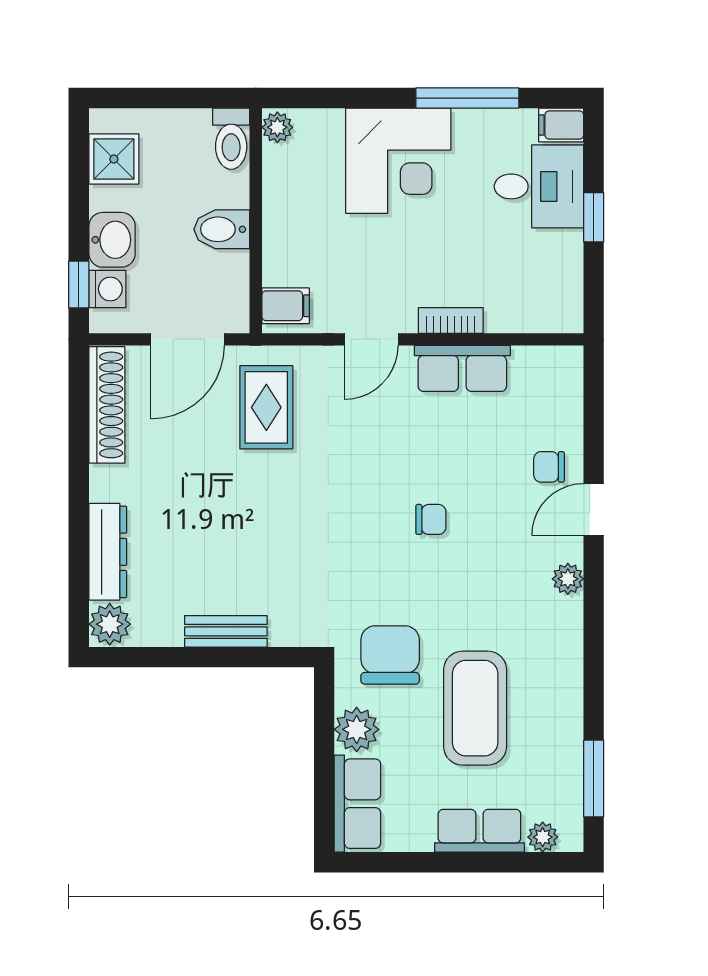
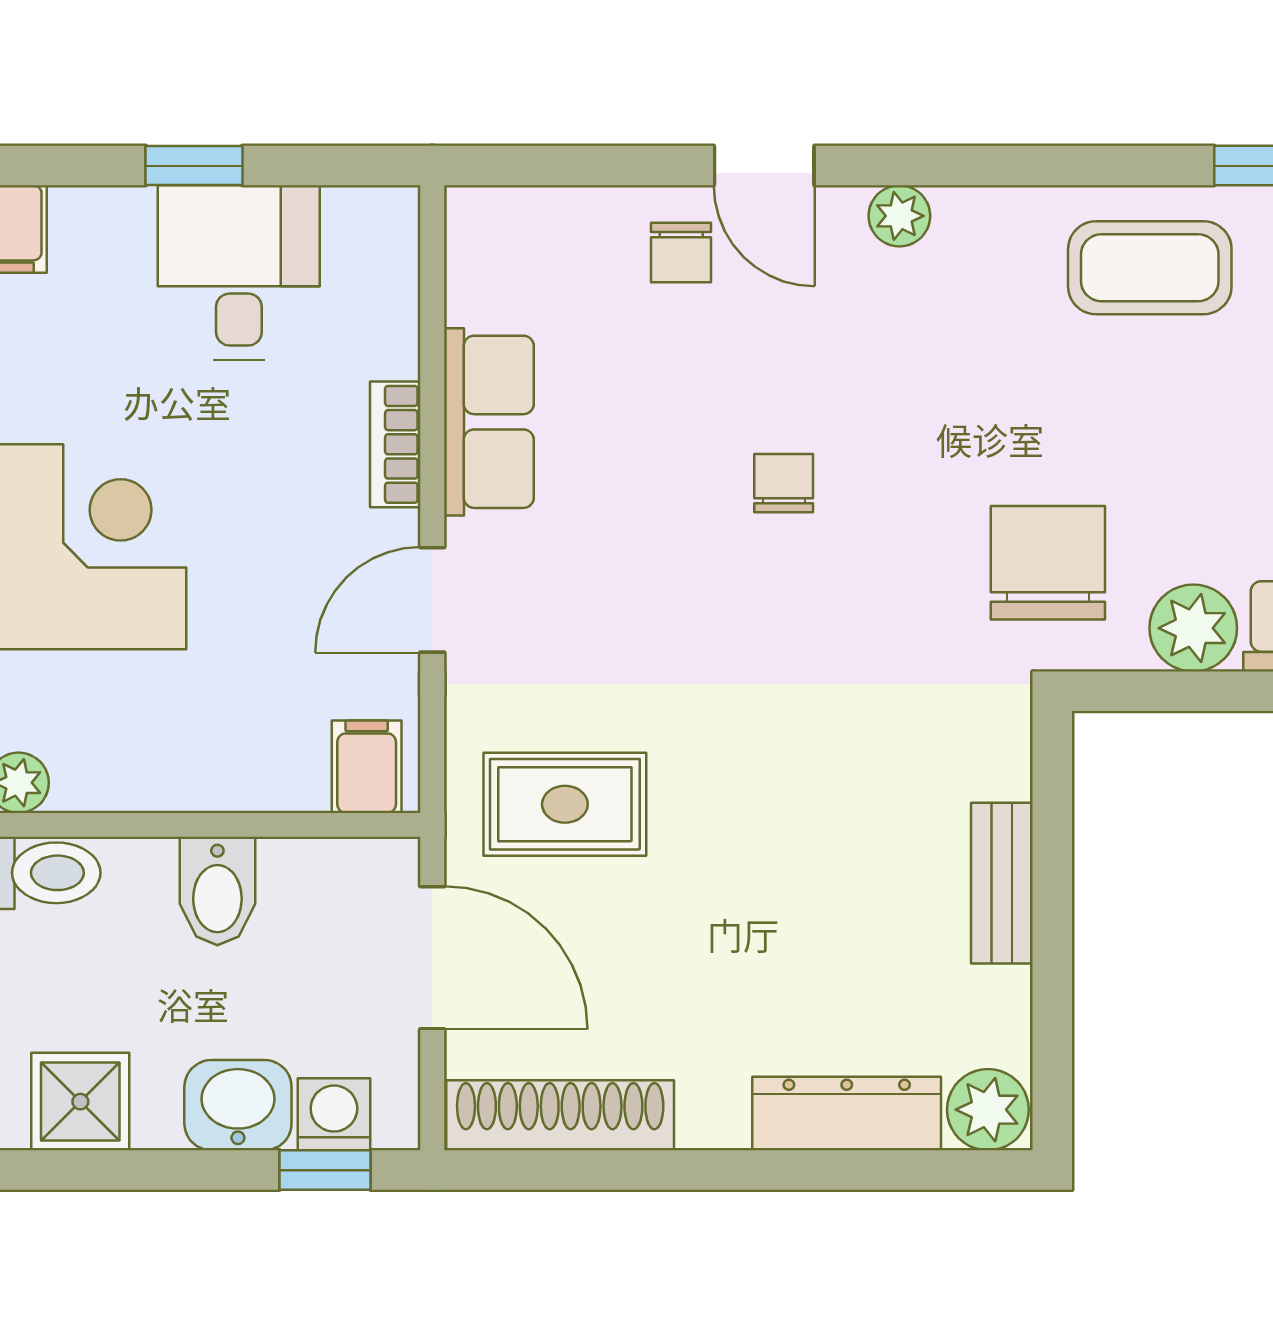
desk: (539, 186) -> (239, 272), moved
door: (371, 339) -> (432, 600), swing flipped
chair: (390, 655) -> (1048, 563), turned 90
coffee table: (475, 708) -> (1150, 268), moved, width x0.73, depth x0.76

